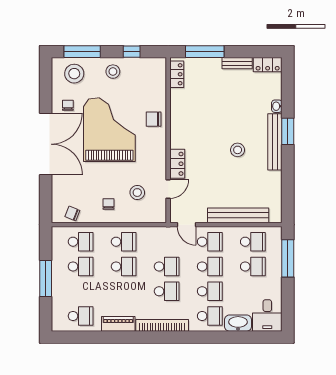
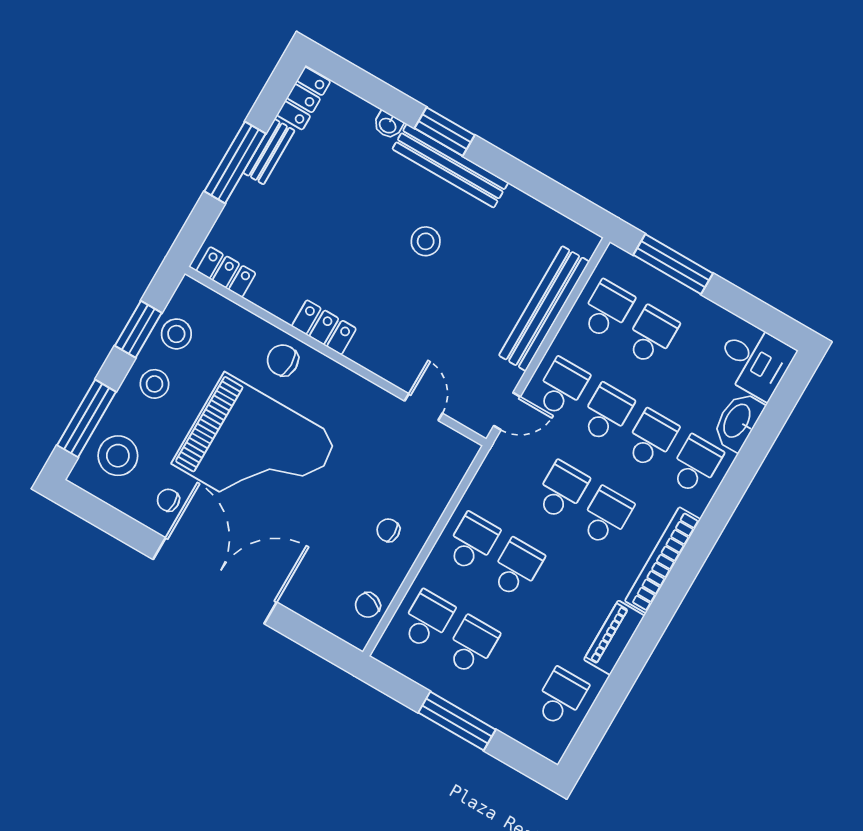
window: (132, 52) -> (138, 329), width x1.50
window: (205, 52) -> (235, 162), moved
chair: (154, 119) -> (283, 360), turned 90
grand piano: (109, 130) -> (255, 451), turned 180
locker: (177, 164) -> (324, 327), moved
stool: (137, 193) -> (176, 334), moved

